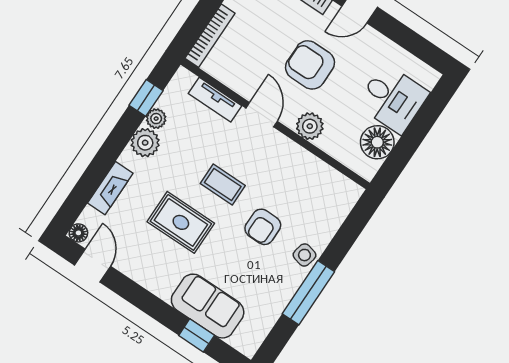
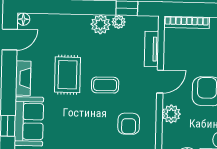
coffee table: (223, 184) -> (105, 85), turned 90
fireplace: (110, 188) -> (23, 78), moved, turned -90
armchair: (263, 227) -> (129, 124), moved, turned -90

